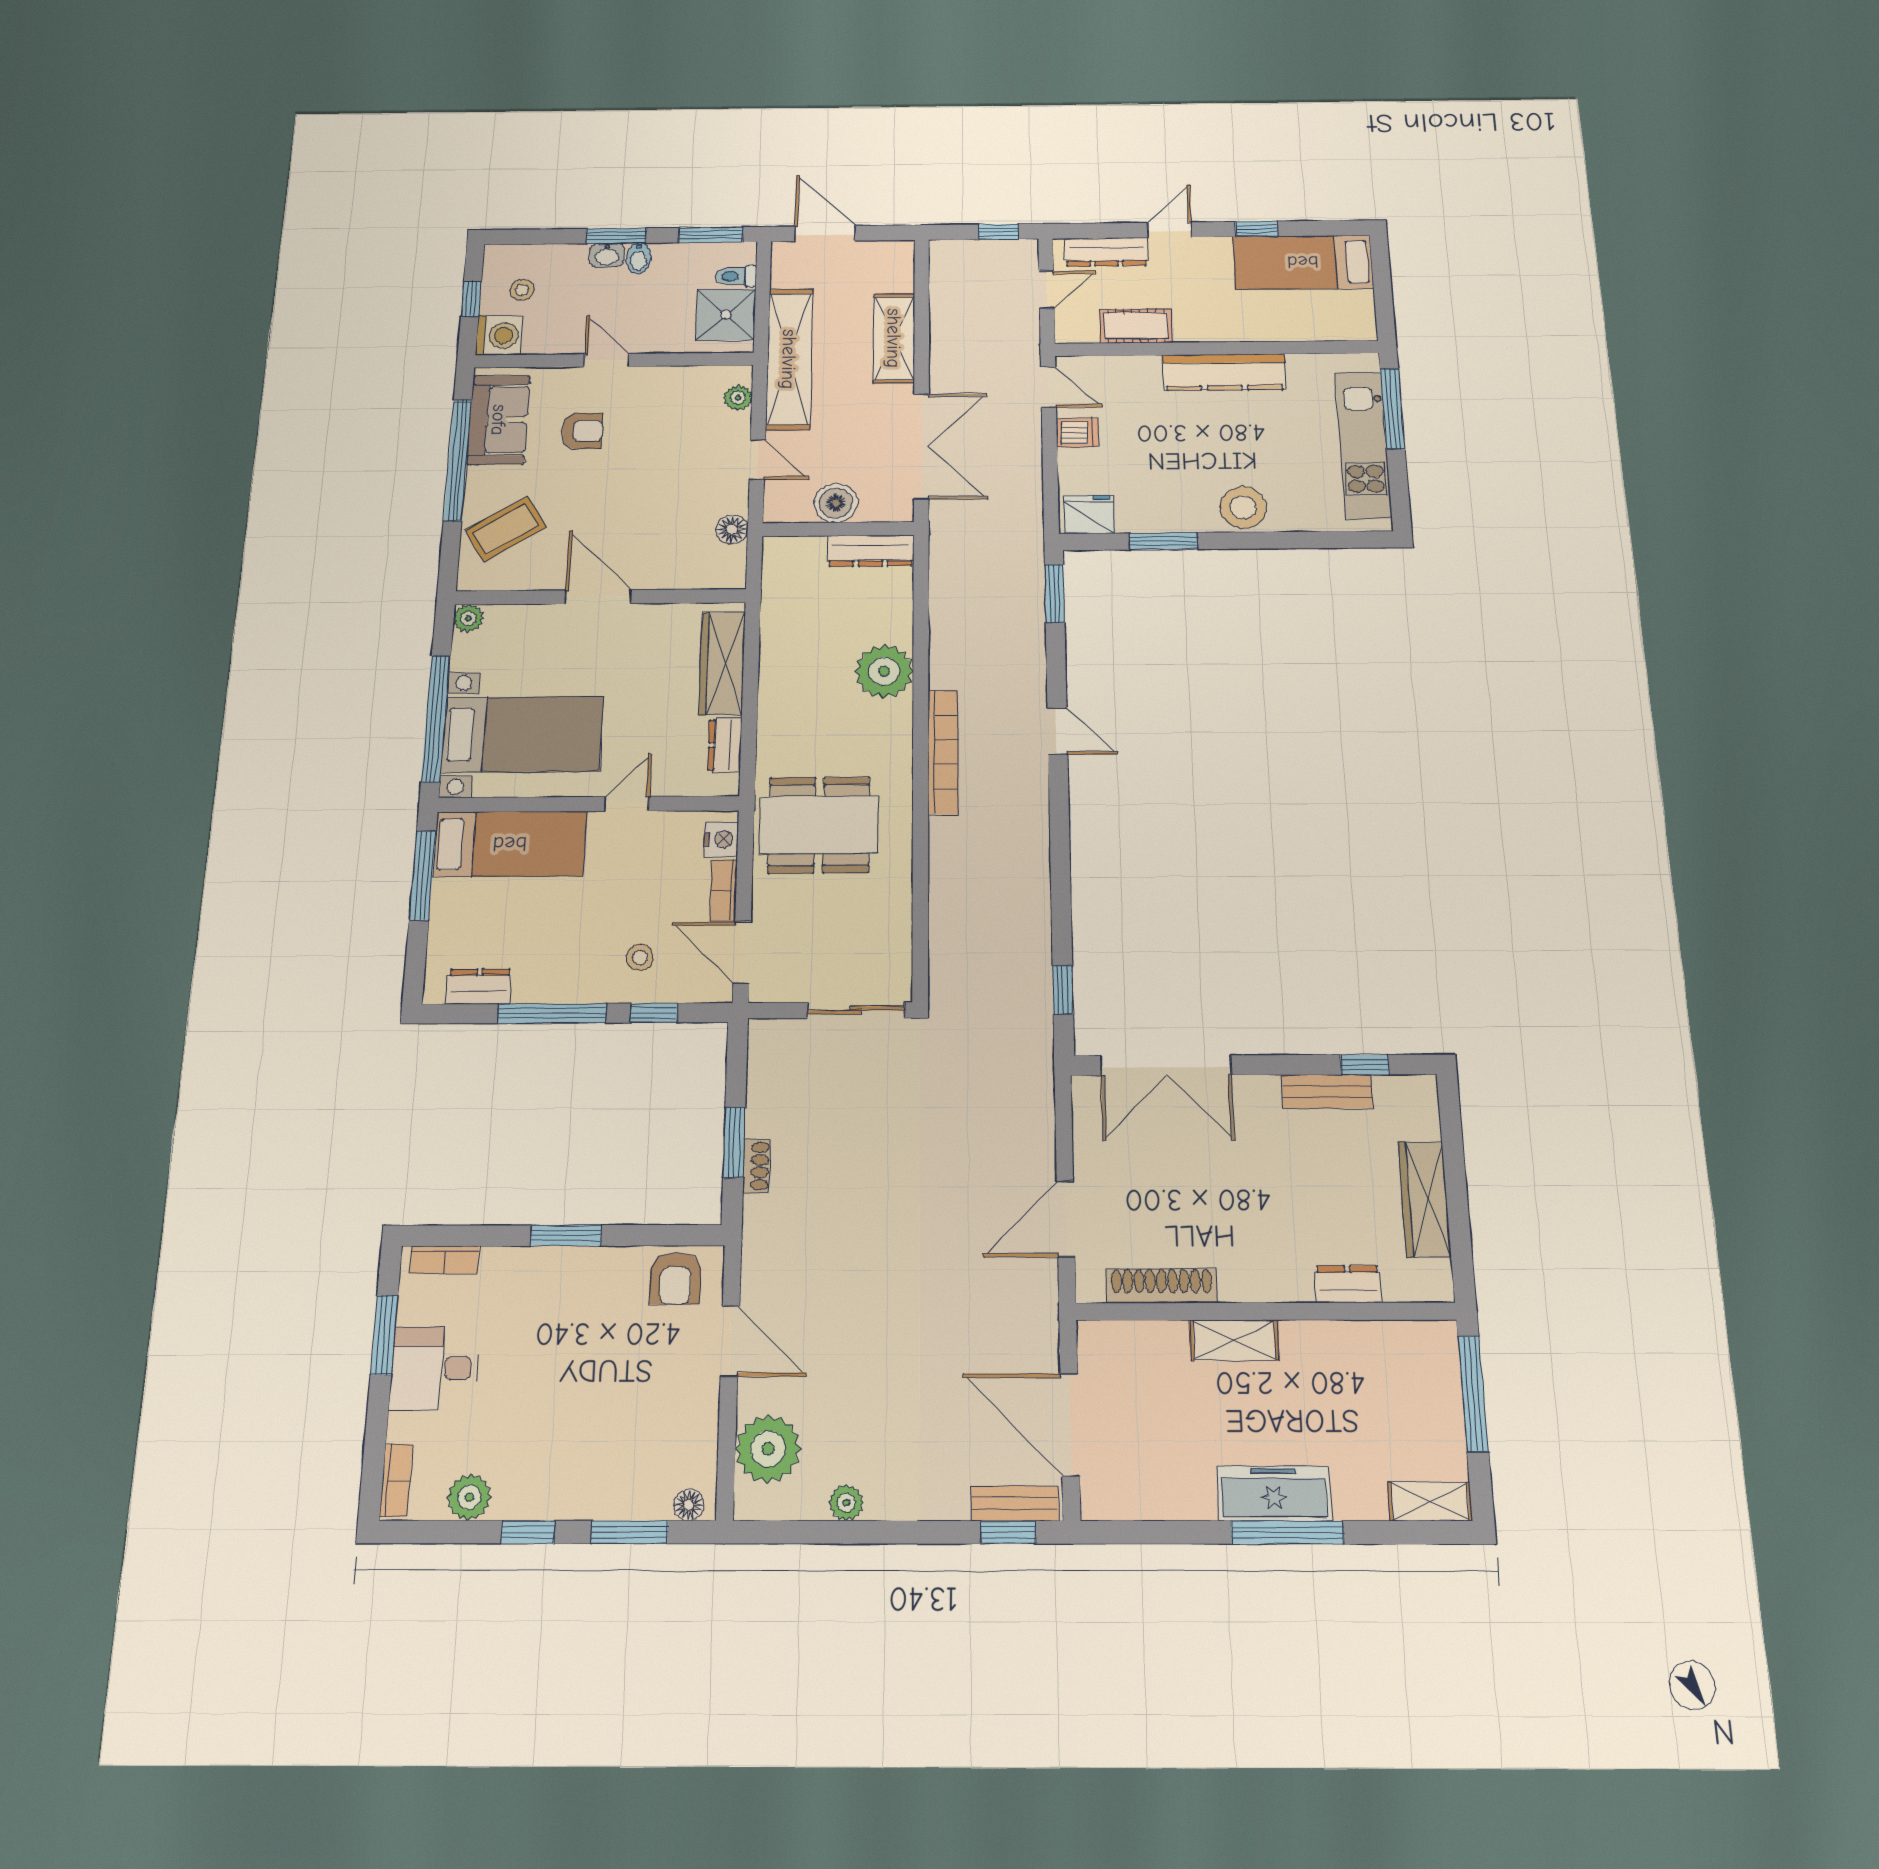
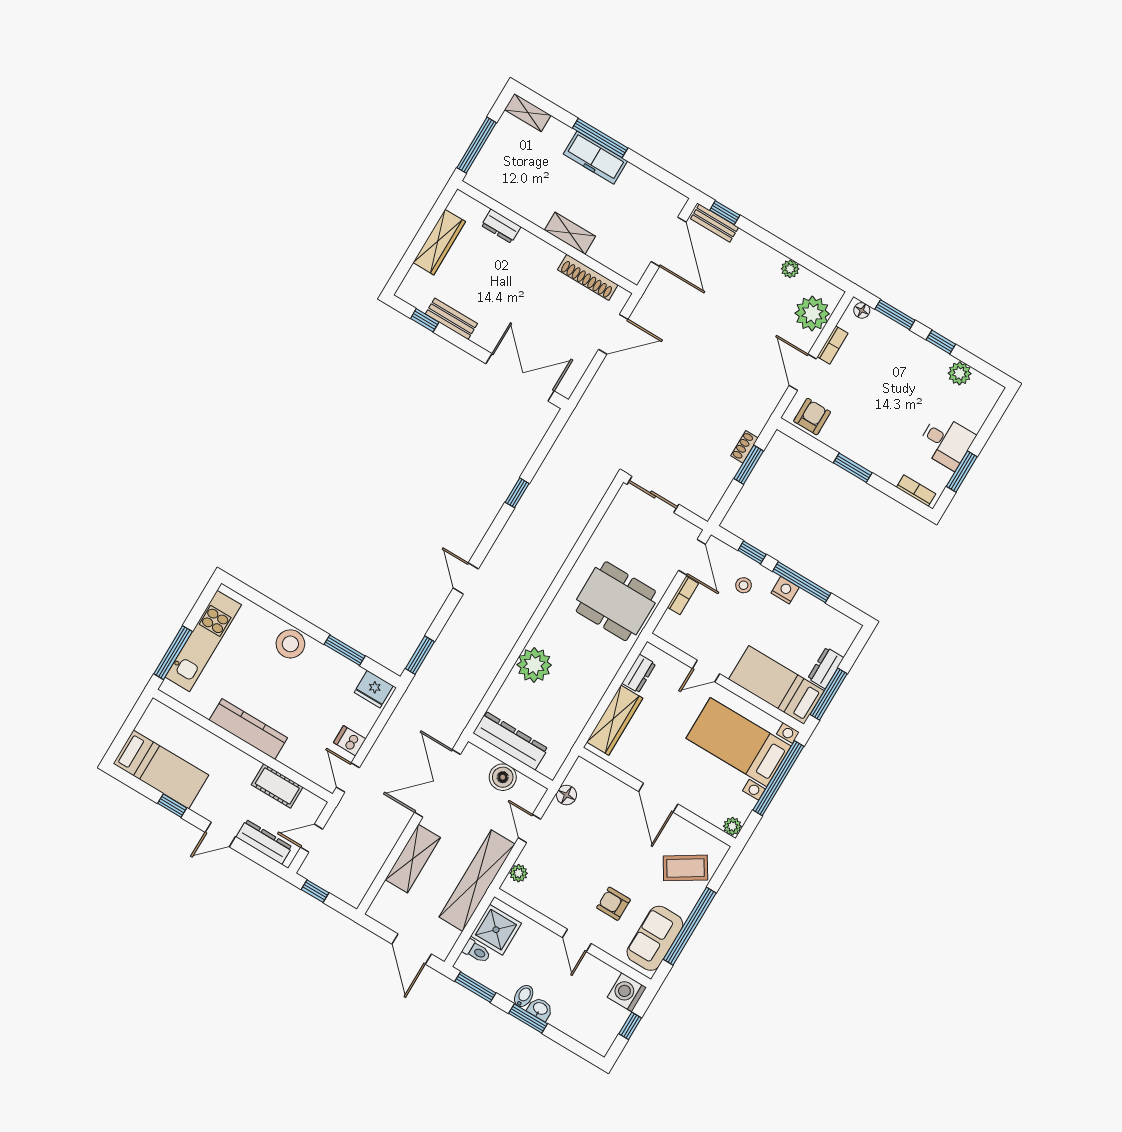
stool: (522, 290) -> (599, 1015), removed
dresser: (871, 551) -> (510, 741), width x1.37, depth x1.24
bookcase: (943, 752) -> (530, 602), removed
nightstand: (721, 839) -> (785, 590), moved, turned 90
dresser: (479, 986) -> (826, 668), moved, turned 90
window: (1063, 990) -> (517, 493), moved
bookcase: (396, 1480) -> (833, 345), moved, turned 180

